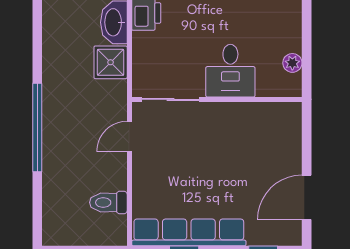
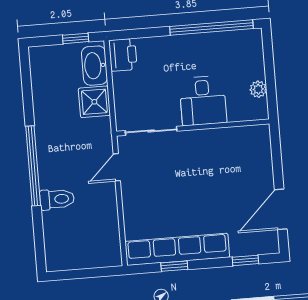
toilet: (108, 202) -> (57, 199), moved, turned 180

